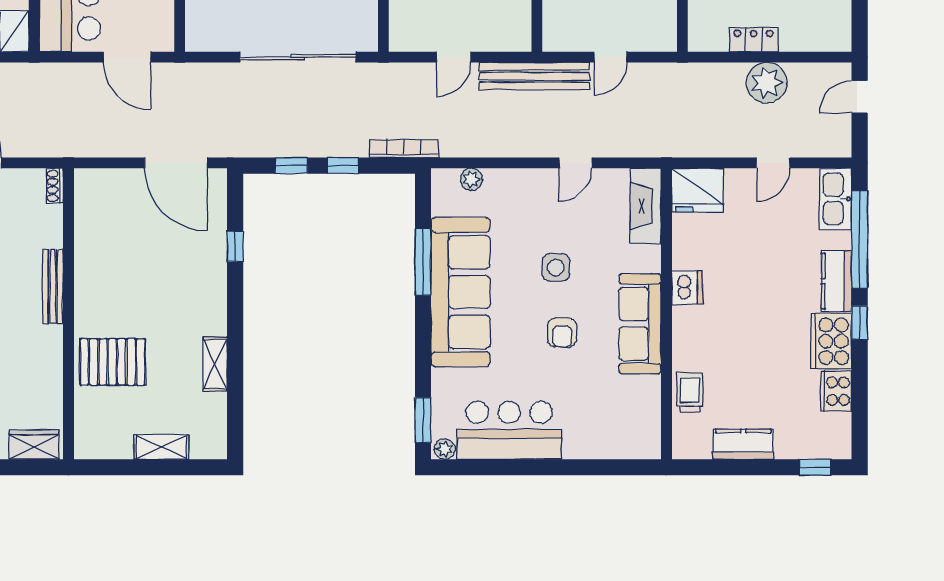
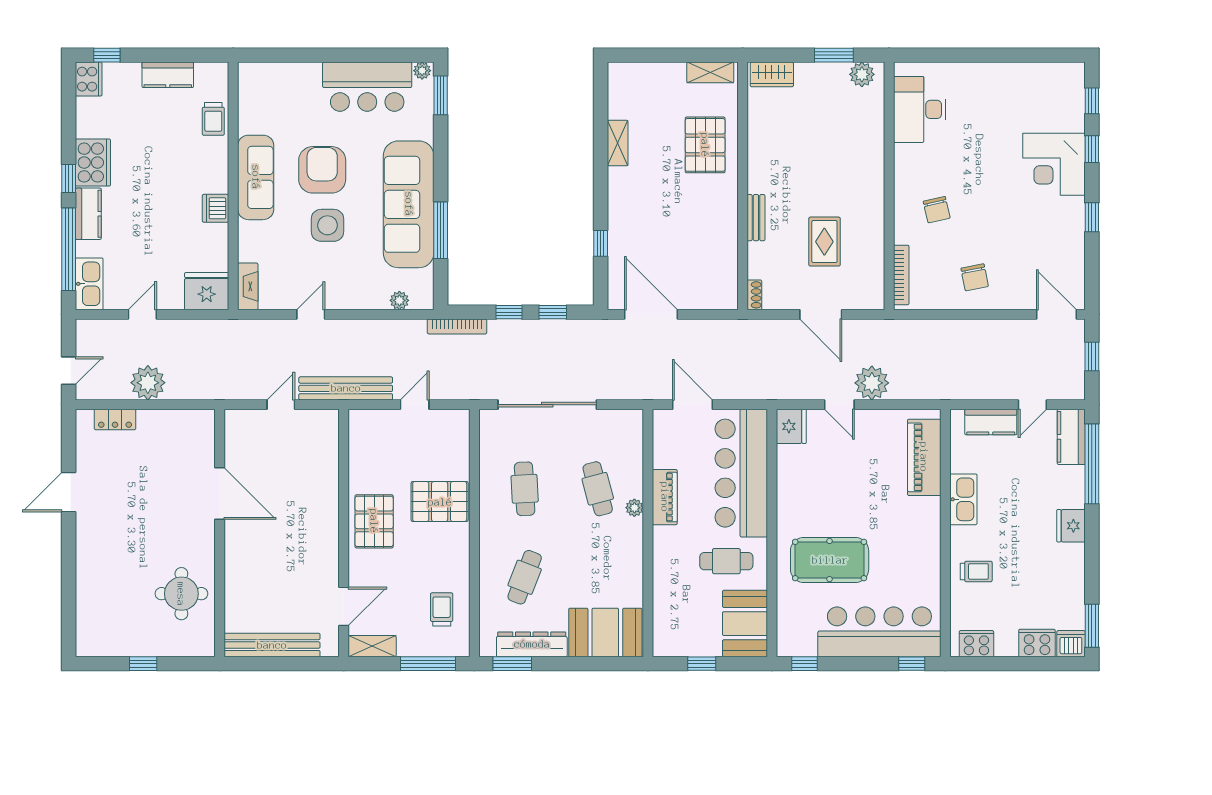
locker: (754, 40) -> (115, 419), moved
fireplace: (646, 206) -> (248, 286), width x0.73, depth x0.76
side table: (556, 268) -> (327, 225), width x1.37, depth x1.37
bench: (53, 286) -> (756, 218), width x0.73
armchair: (562, 333) -> (322, 170), width x1.88, depth x1.88
pallet: (112, 362) -> (705, 145), turned 90
cooker: (836, 391) -> (89, 79), moved
shelving: (161, 447) -> (710, 72), moved

